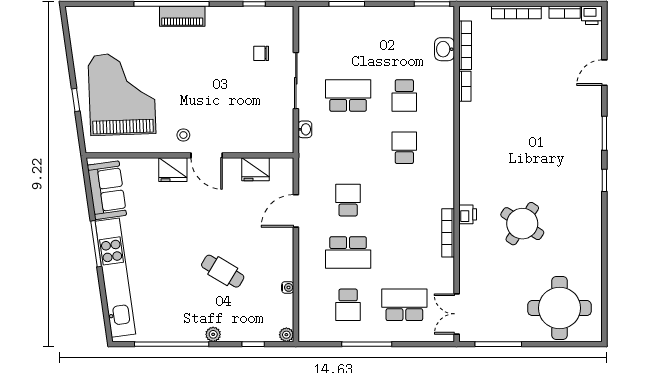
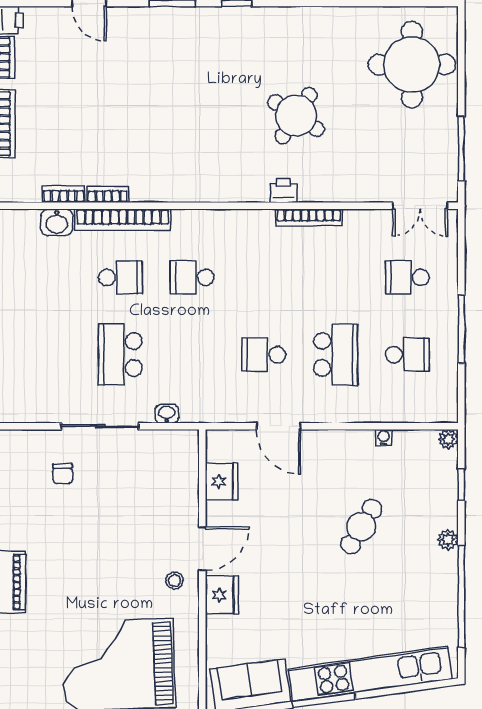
bookcase: (465, 45) -> (64, 194), width x0.64
bookcase: (446, 97) -> (123, 220), added
school desk: (404, 305) -> (407, 277), width x0.54

